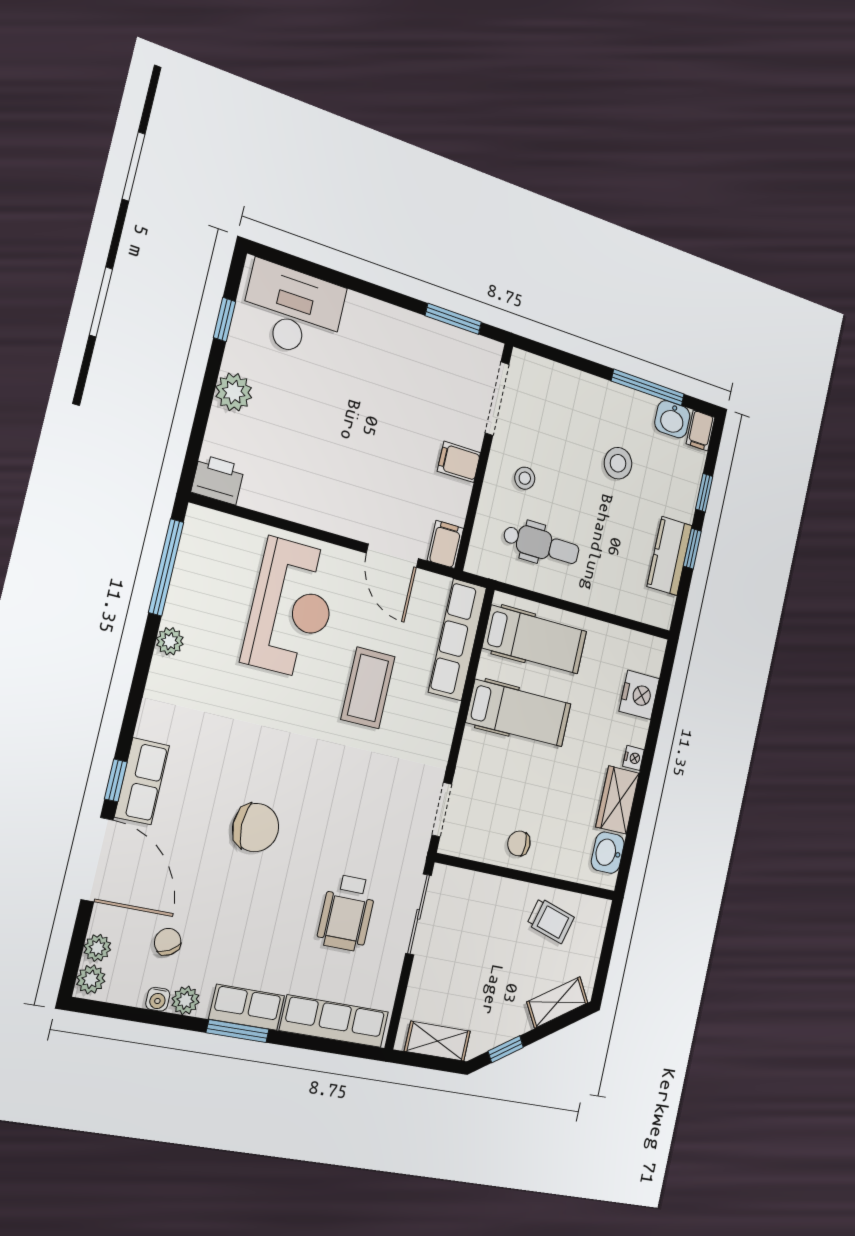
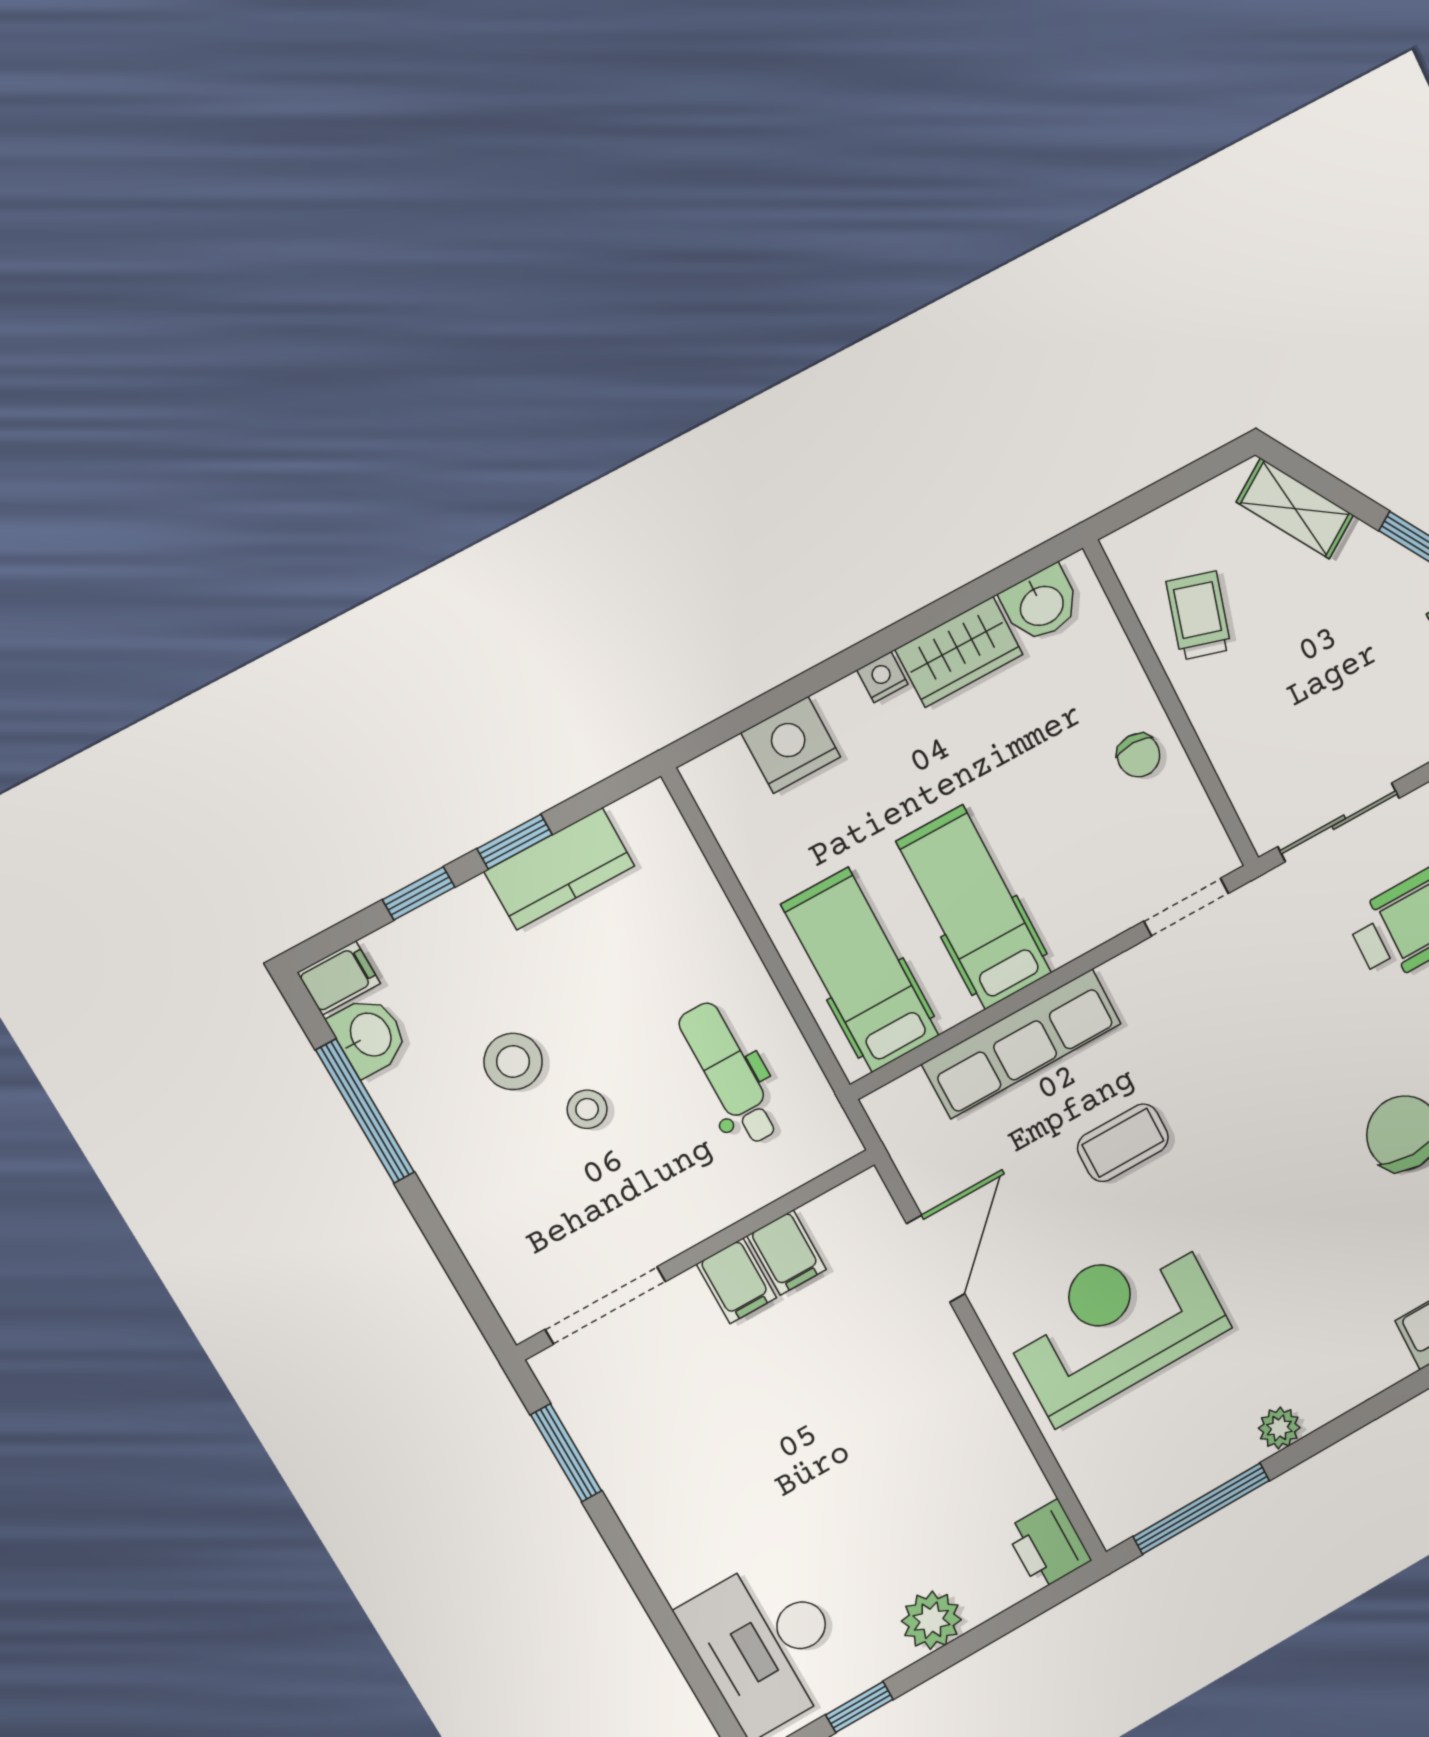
stool: (525, 478) -> (587, 1109), moved
filing cabinet: (445, 544) -> (787, 1253), moved, turned -90
row of seats: (457, 640) -> (1022, 1044), moved
coffee table: (368, 688) -> (1123, 1143), width x0.73, depth x0.77

